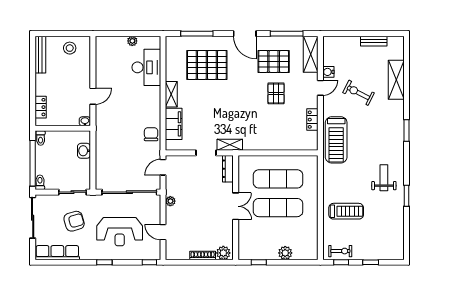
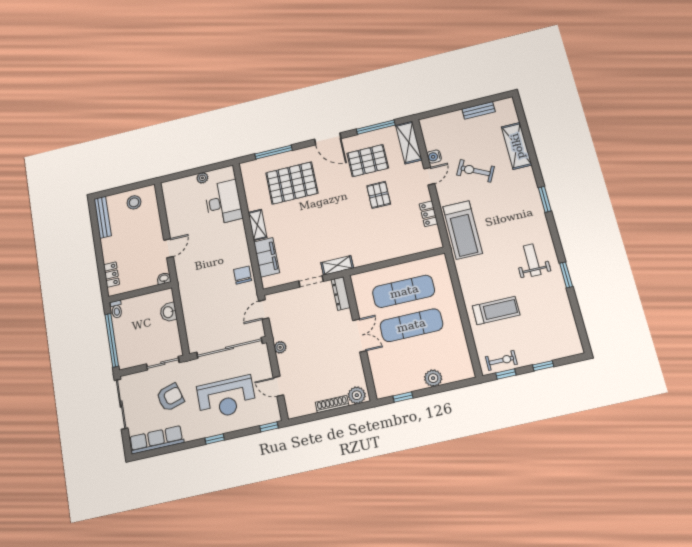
toilet: (40, 182) -> (123, 360), removed

